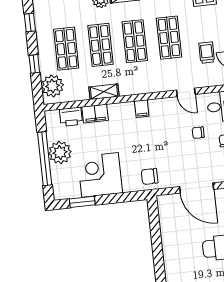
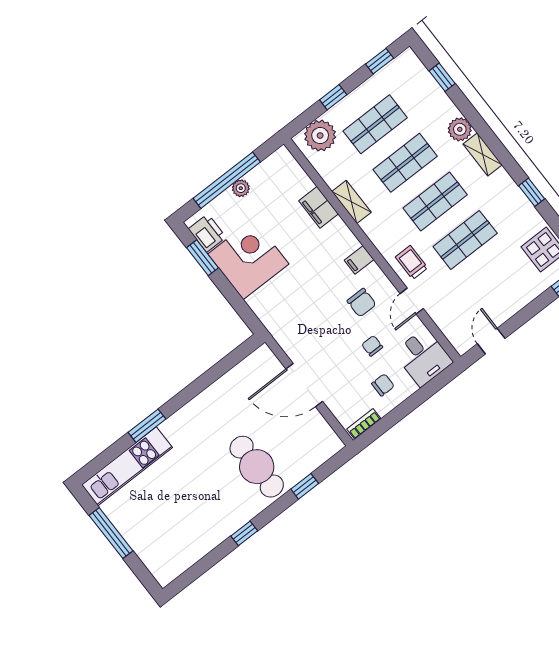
trolley: (207, 53) -> (412, 262), moved, turned -90
printer: (71, 117) -> (207, 233), moved, turned 180
plant: (60, 153) -> (241, 188), width x0.53, depth x0.53
chair: (150, 176) -> (362, 303), moved, turned 180
door: (197, 188) -> (304, 385), hinge flipped

